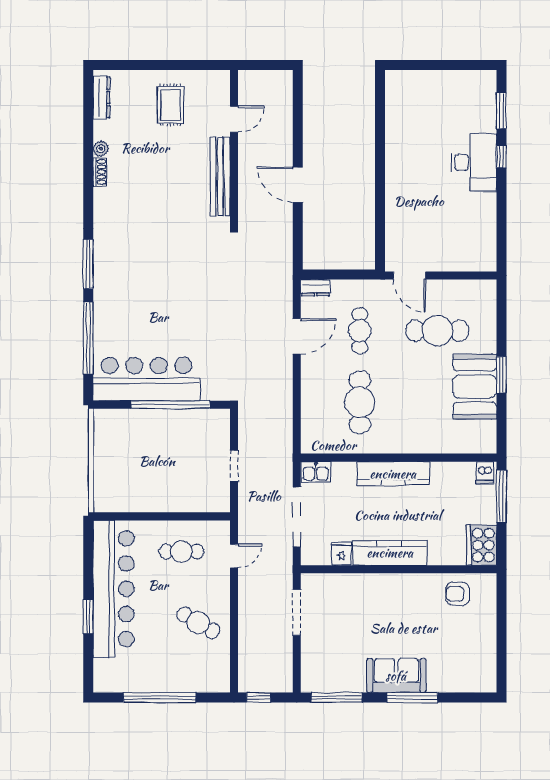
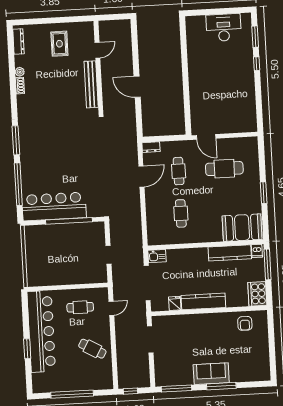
desk: (474, 162) -> (224, 28), moved, turned -90
booth: (475, 387) -> (242, 228), moved, turned 90
cafe table: (360, 402) -> (181, 213), width x0.73, depth x0.74
kitchen counter: (393, 474) -> (230, 253), moved
armchair: (458, 594) -> (245, 323), turned -90

